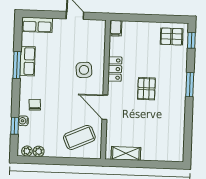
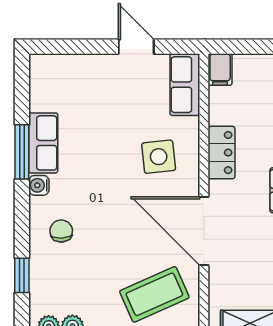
row of seats: (37, 25) -> (185, 85), moved, turned 90
door: (105, 107) -> (204, 231), width x1.36
water cooler: (23, 121) -> (39, 185), moved

